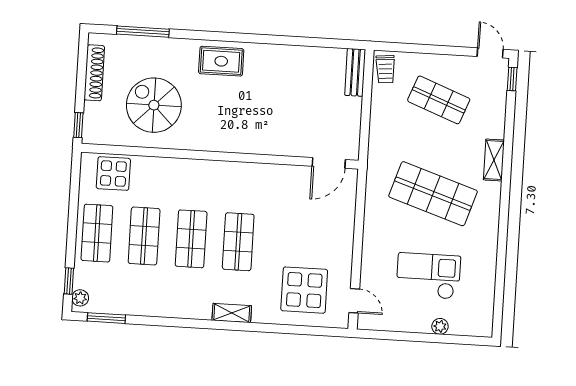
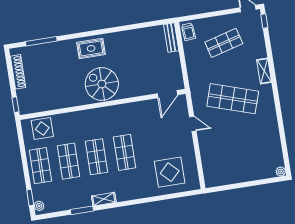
shop shelf: (439, 100) -> (224, 43), turned -36
spiral stairs: (154, 105) -> (102, 84), moved
checkout: (428, 276) -> (241, 148), removed
door: (354, 301) -> (193, 124), moved
shelving: (232, 313) -> (104, 199), moved
window: (106, 318) -> (82, 210), moved
plant: (440, 326) -> (281, 171), moved

